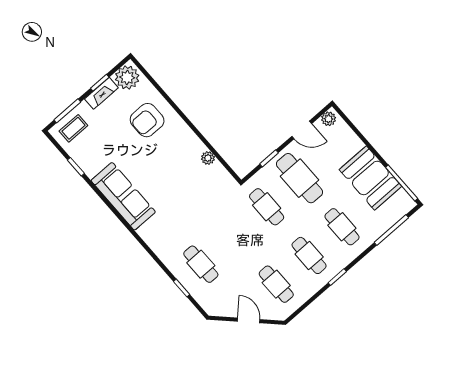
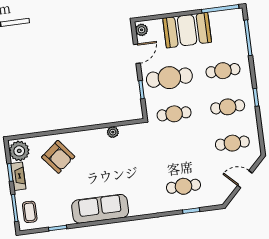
armchair: (147, 120) -> (58, 157), turned -39
booth: (370, 178) -> (187, 30), moved

